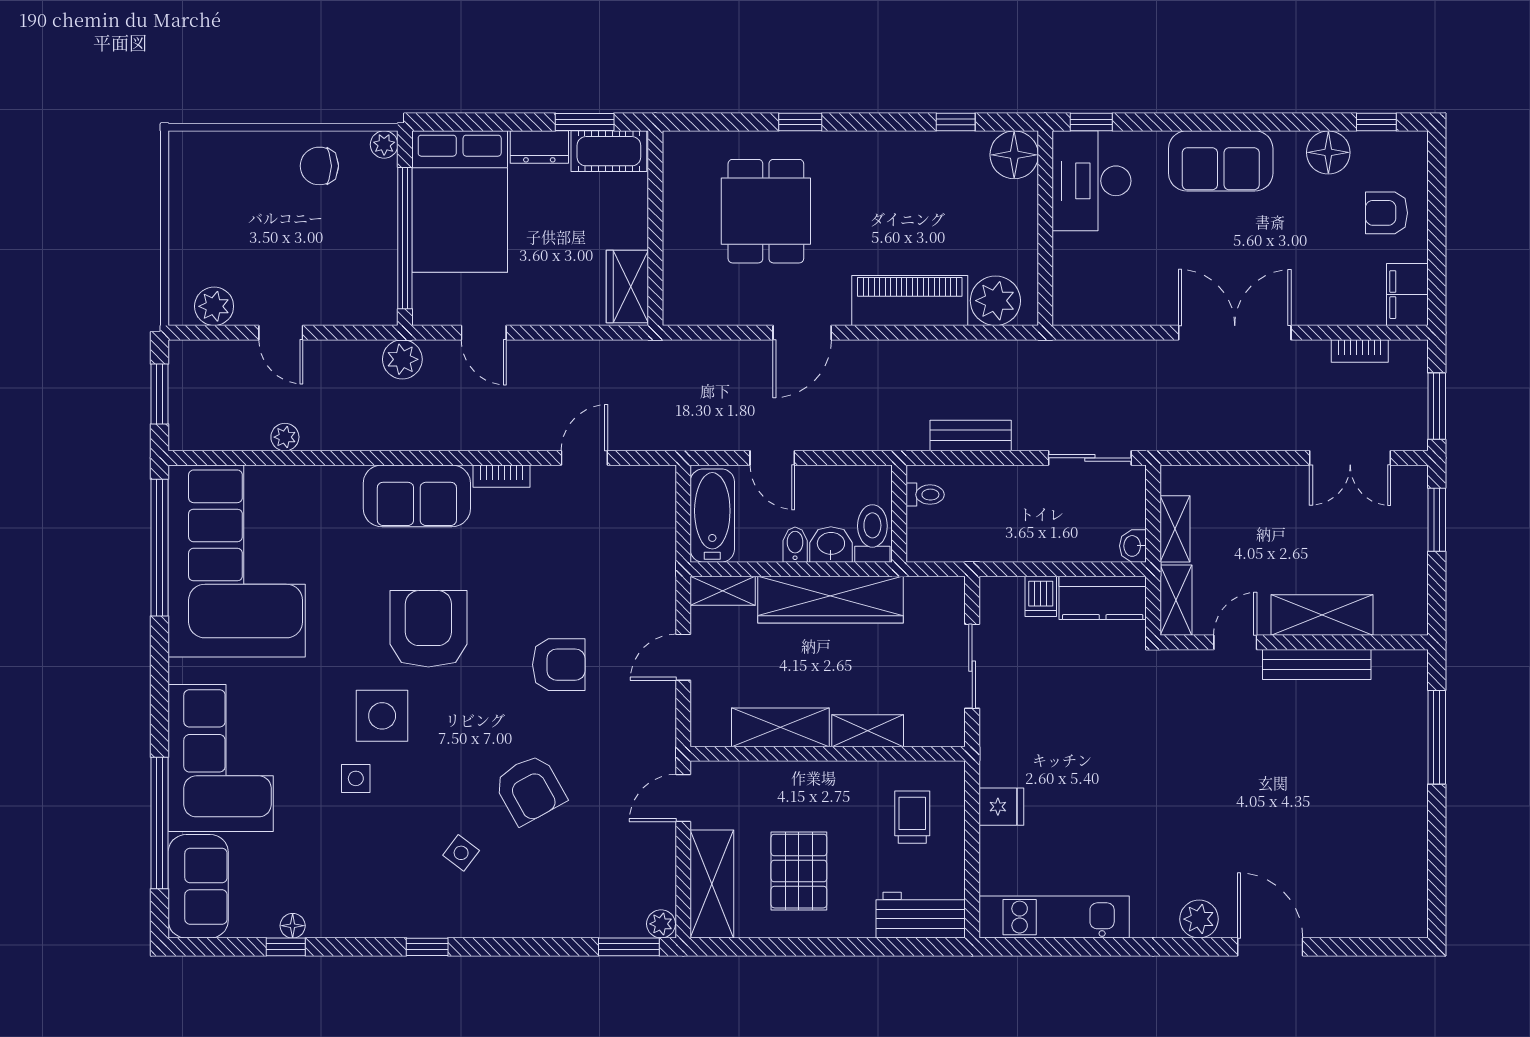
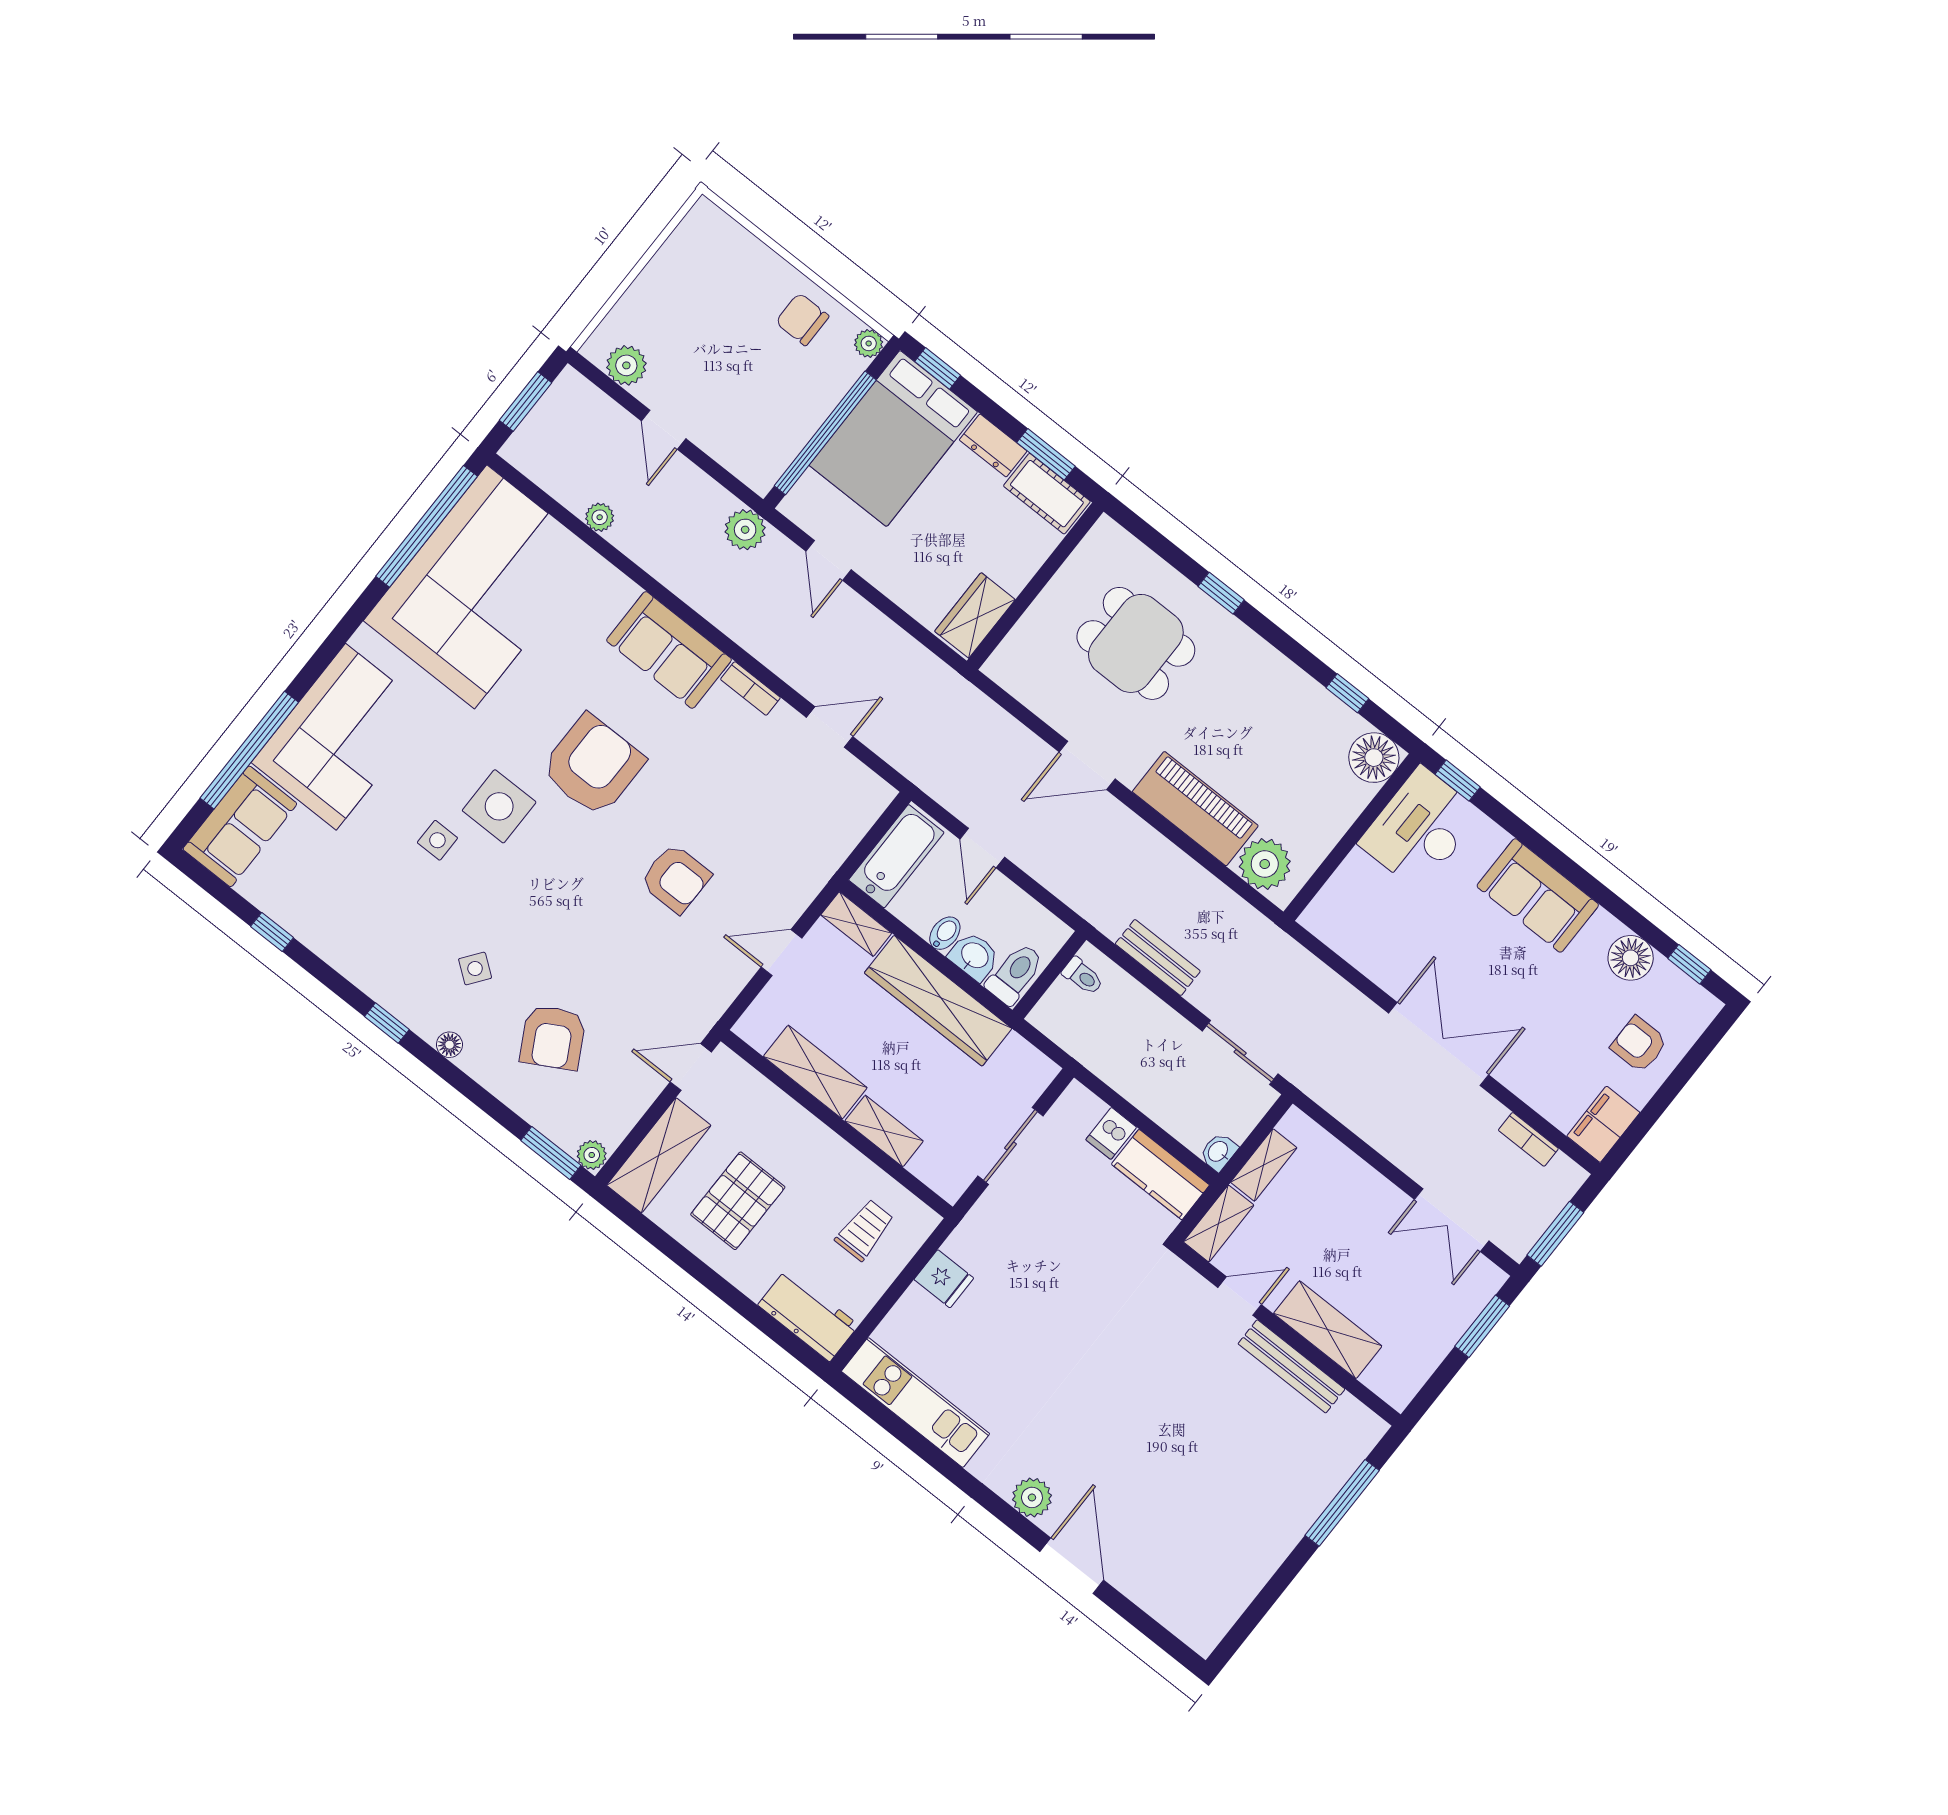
window: (451, 122) -> (938, 368), added
dining table: (766, 211) -> (1136, 643), turned 90
armchair: (530, 789) -> (553, 1037), moved
floor lamp: (293, 926) -> (449, 1045), moved

